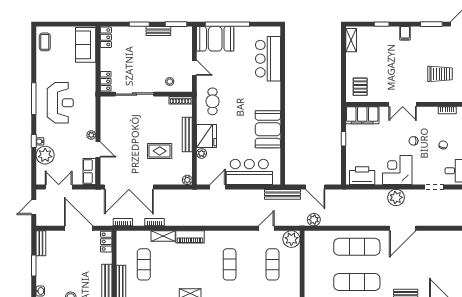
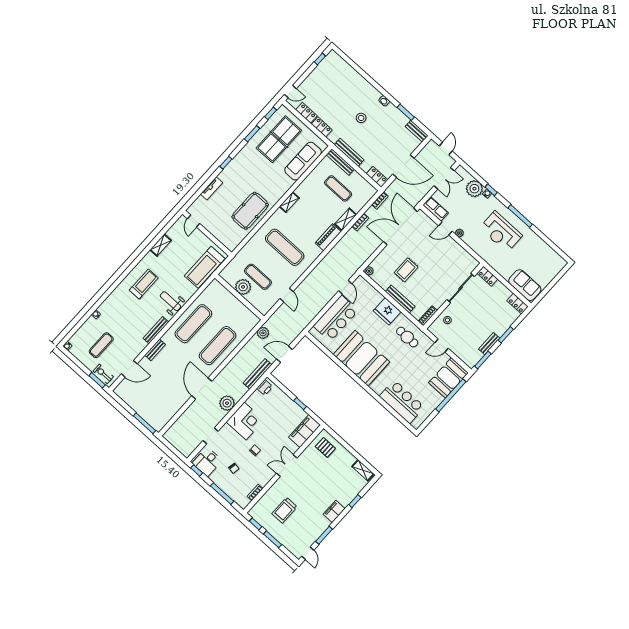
filing cabinet: (405, 33) -> (334, 511), width x2.00
coffee table: (45, 42) -> (552, 259), removed
booth: (268, 129) -> (361, 358), width x1.36, depth x1.42
plant: (202, 153) -> (378, 297), removed
printer: (362, 176) -> (265, 388), width x0.53, depth x0.68
bench: (283, 194) -> (257, 374), moved
plant: (291, 239) -> (243, 287), moved
exercise mat: (230, 264) -> (285, 247), width x1.36, depth x1.45

